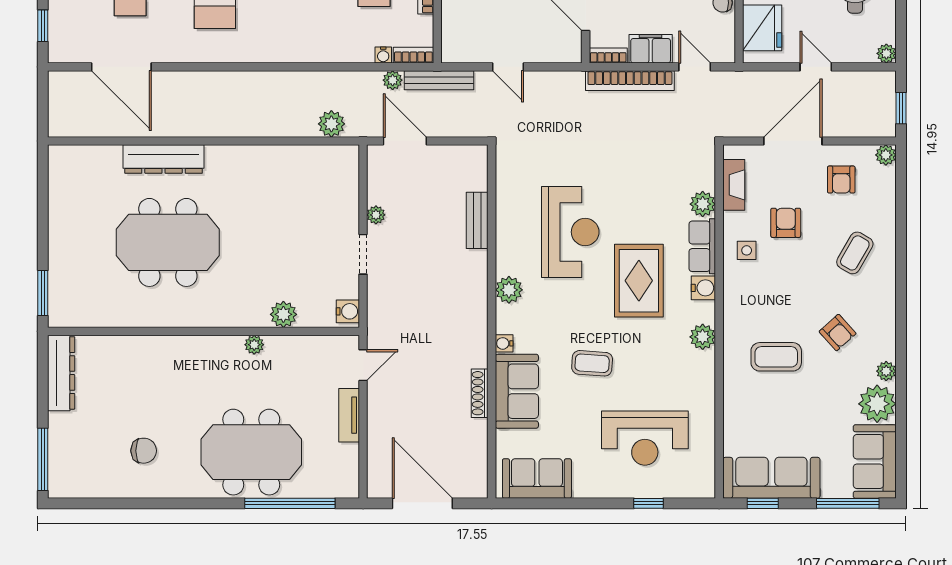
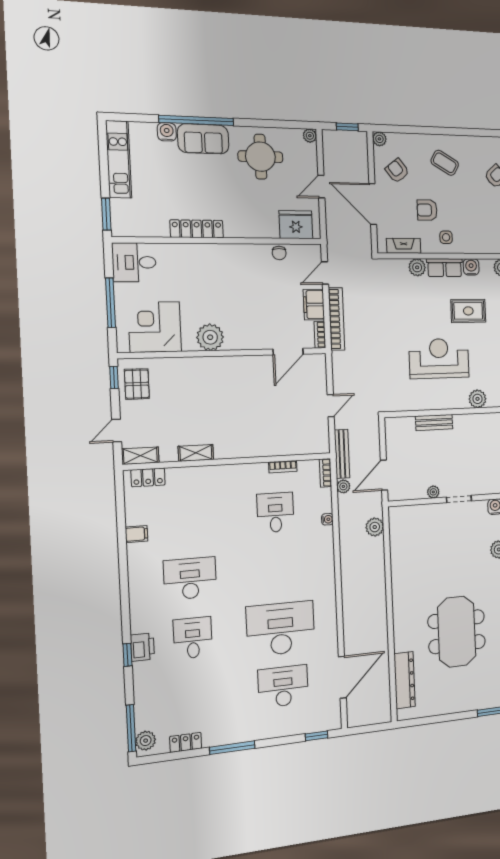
water cooler: (383, 55) -> (327, 519), moved
dresser: (164, 159) -> (405, 680), moved
armchair: (841, 180) -> (397, 171), turned -128
rug: (639, 281) -> (468, 311), width x0.73, depth x0.70

